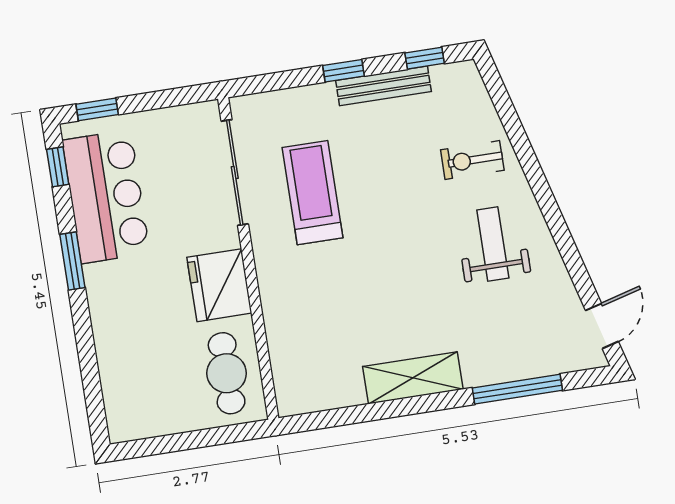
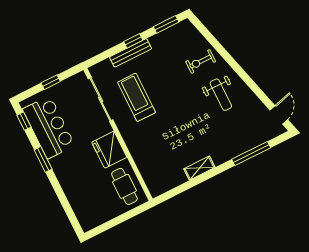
window: (425, 58) -> (166, 24), width x1.50
bench: (383, 86) -> (131, 53), moved
window: (97, 109) -> (51, 82), moved
weight bench: (493, 244) -> (221, 95), turned 180
shelving: (413, 378) -> (199, 168), width x0.67, depth x0.75

